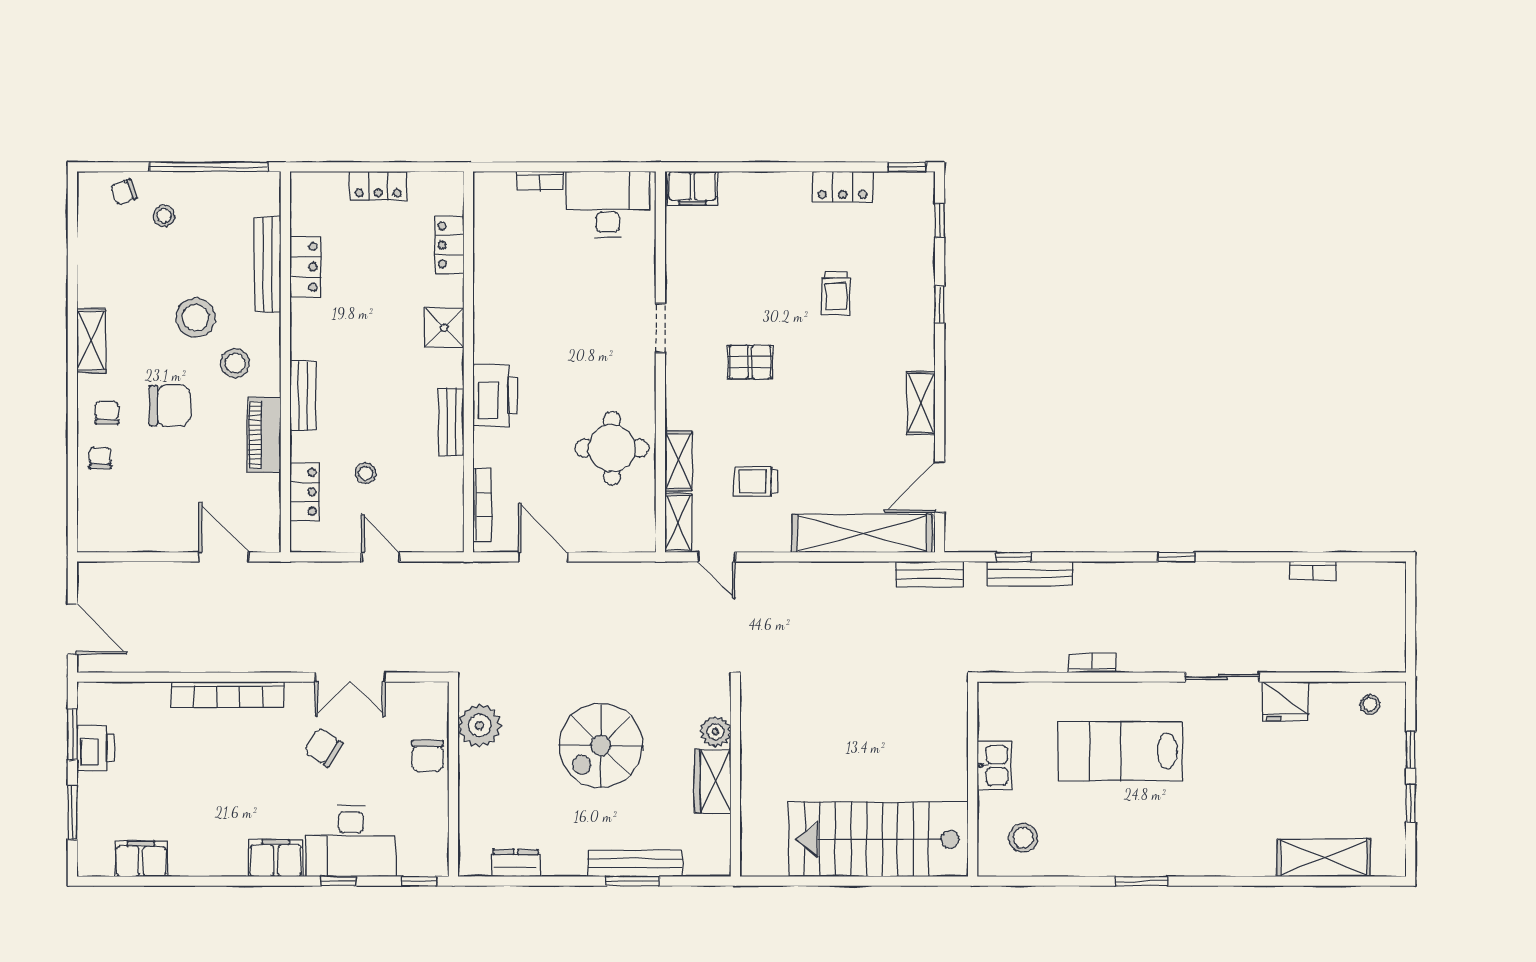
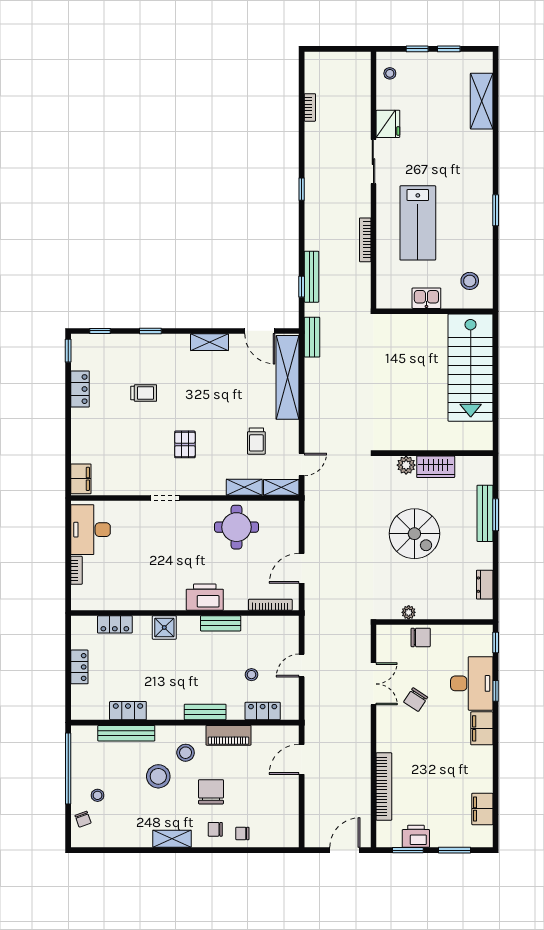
bookcase: (1092, 663) -> (365, 240), width x1.56
bookcase: (228, 694) -> (384, 787), moved
plant: (480, 726) -> (409, 612), width x0.53, depth x0.53

